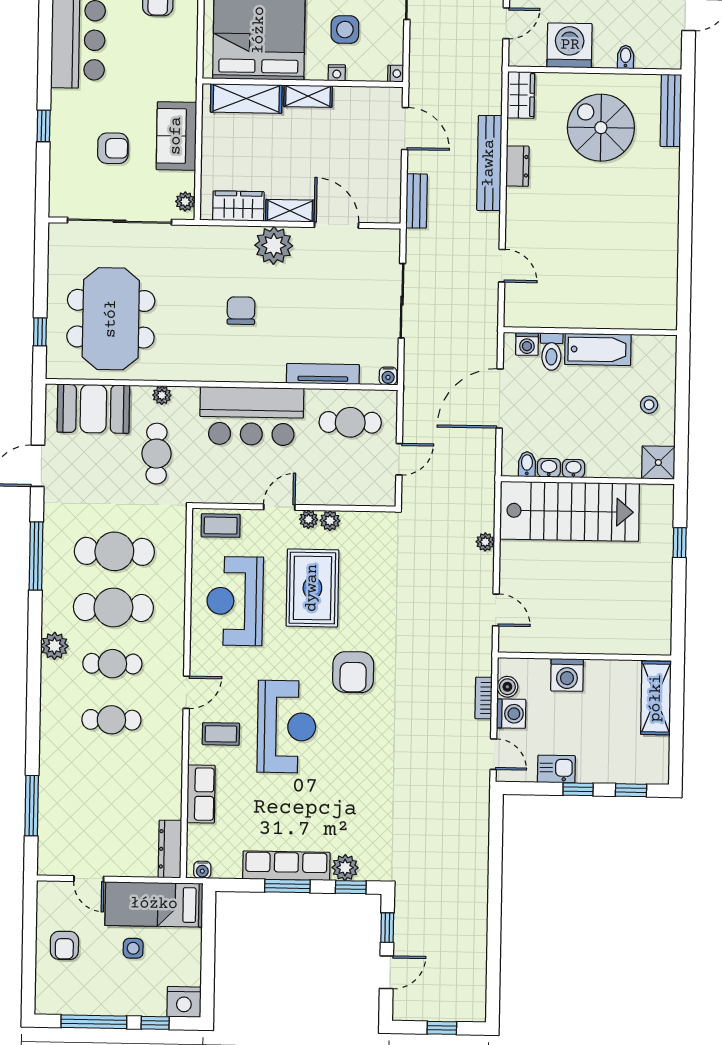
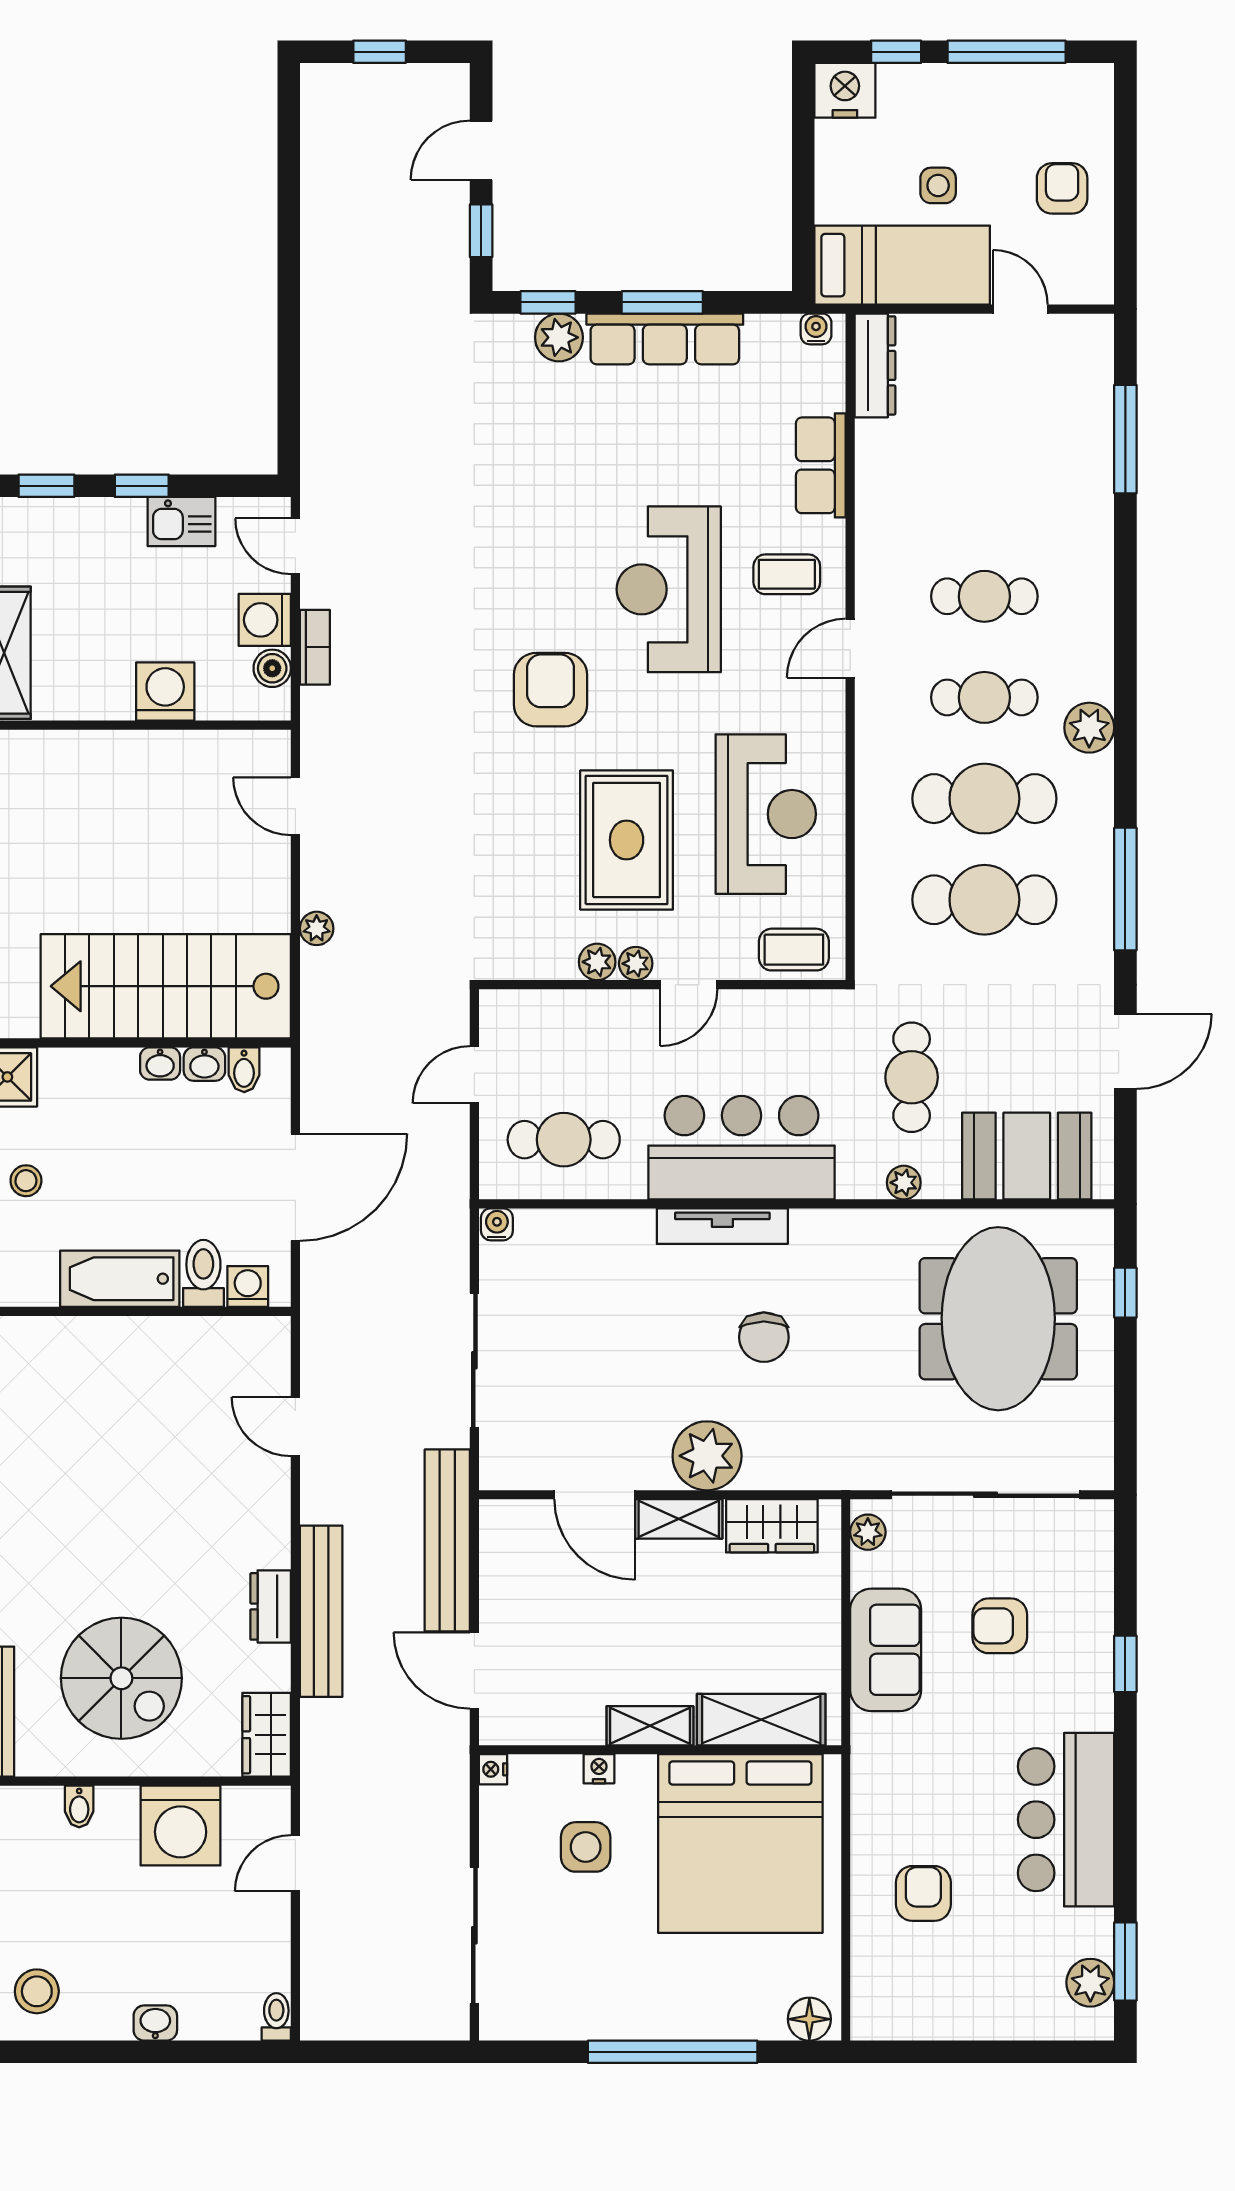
bench: (416, 201) -> (447, 1540), width x1.86, depth x1.21
tv unit: (323, 374) -> (722, 1226), moved

